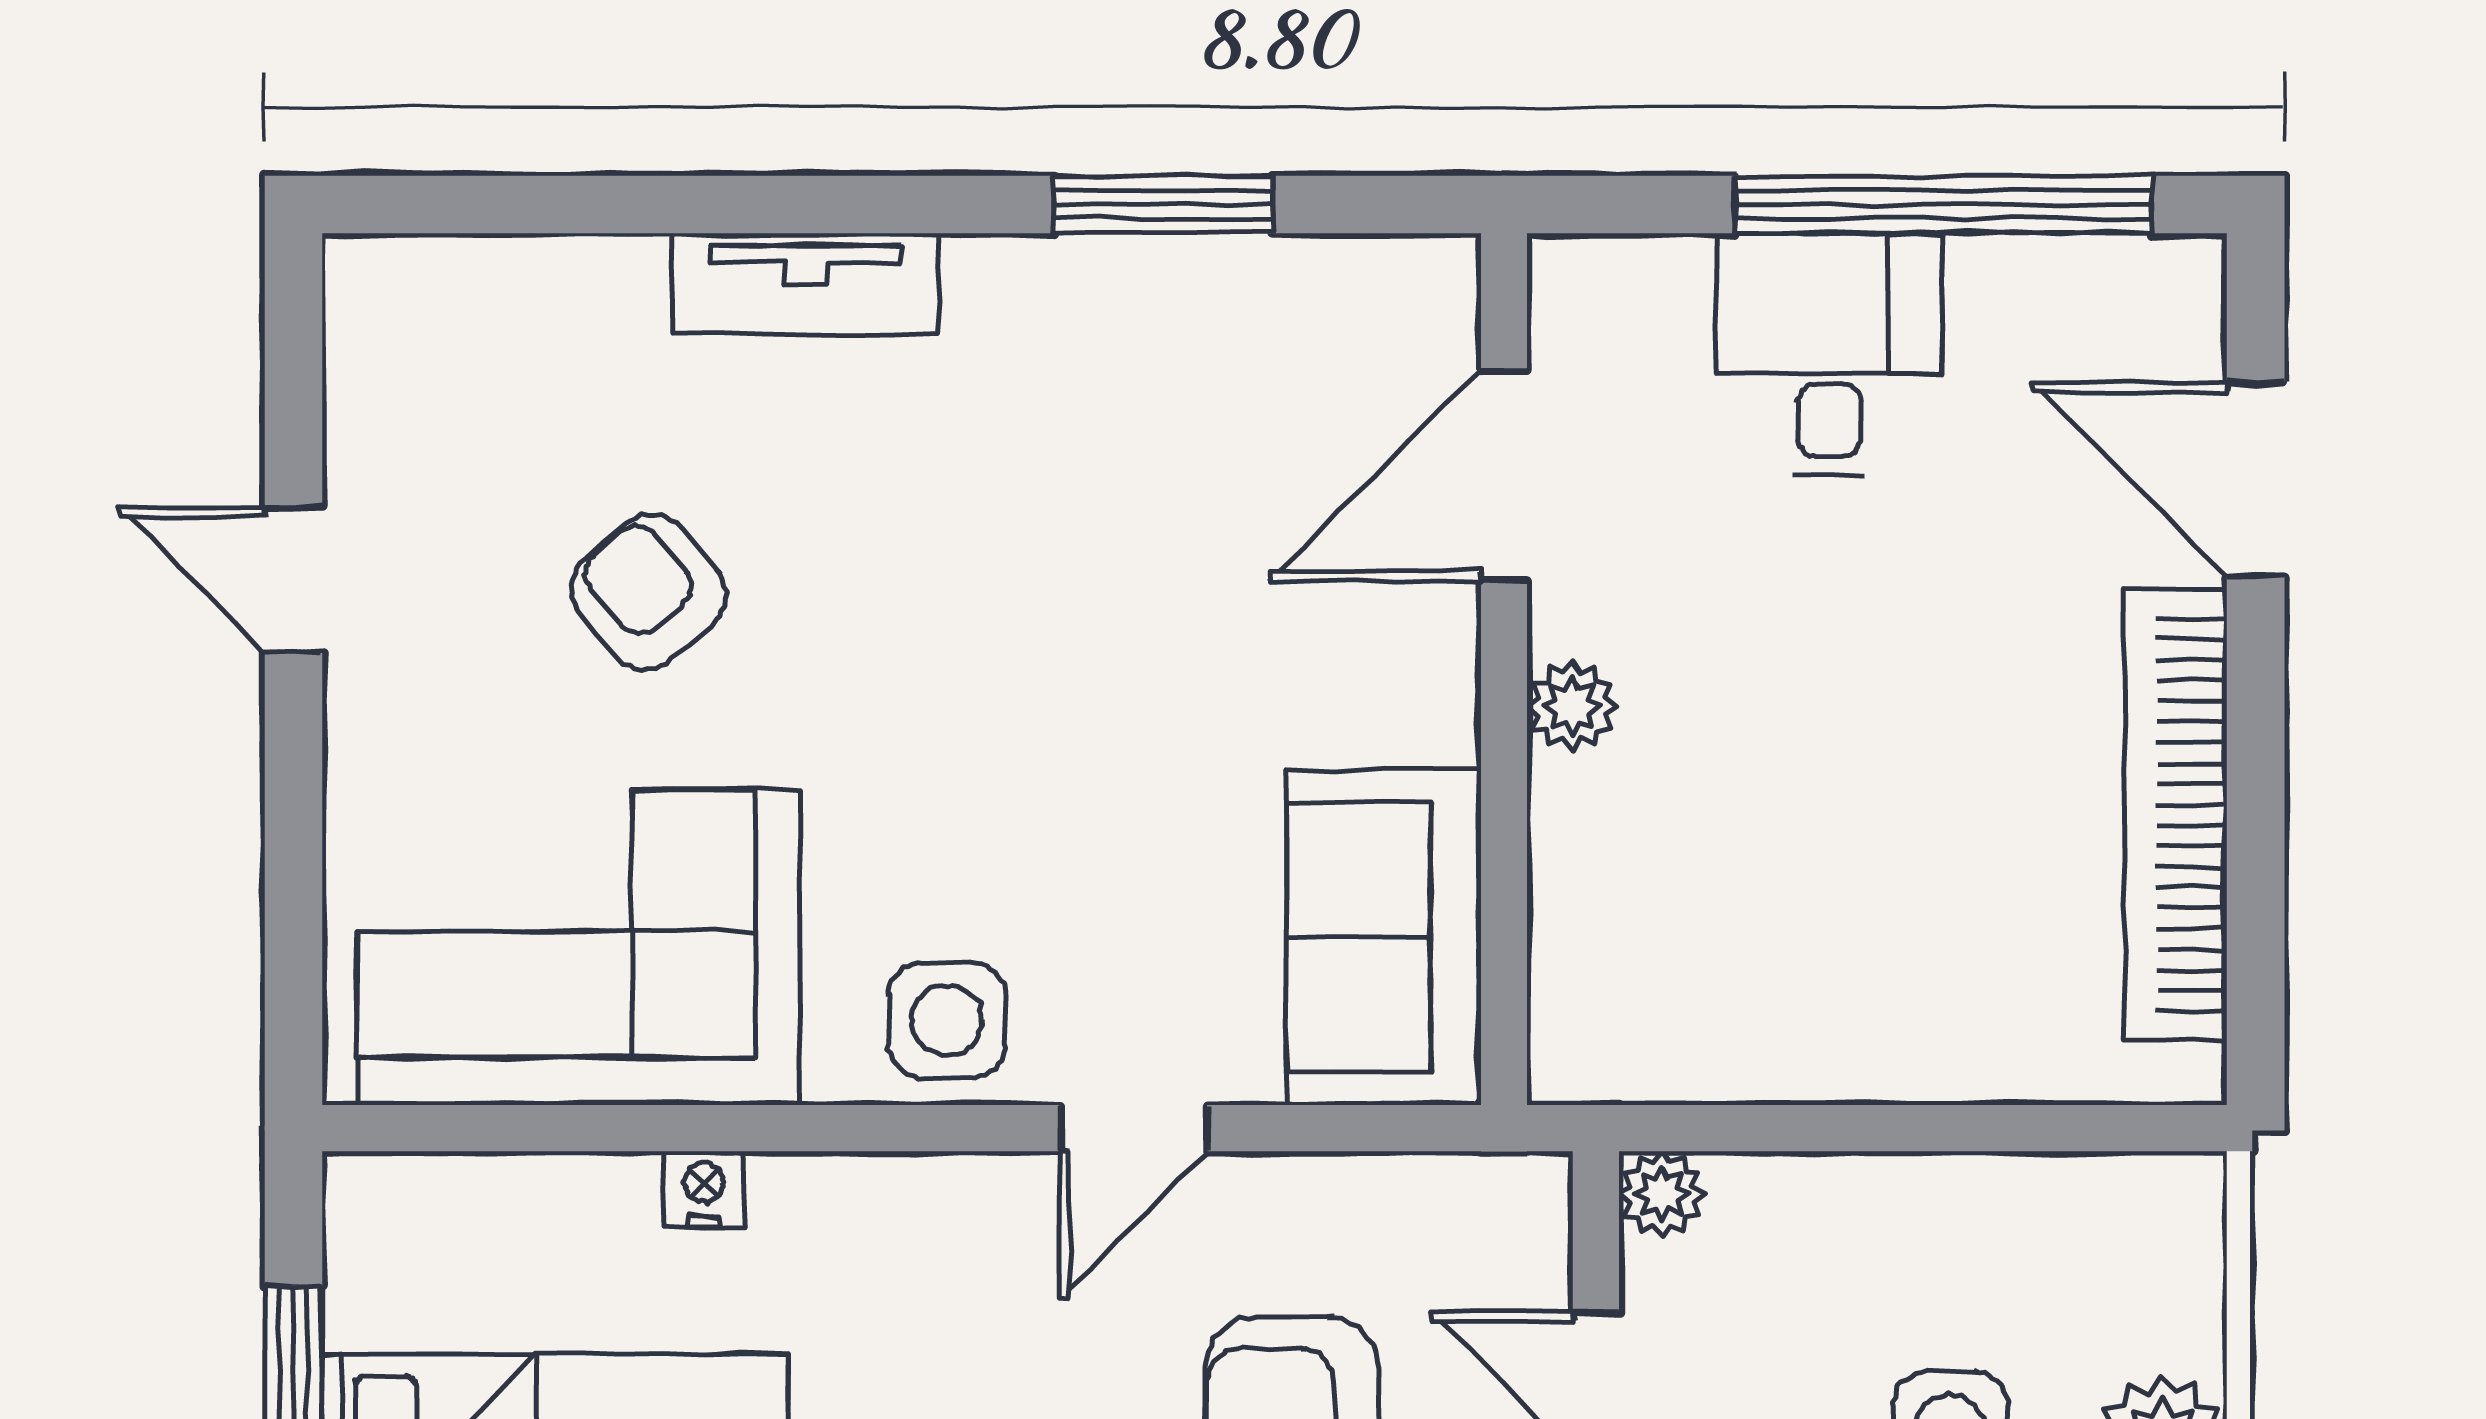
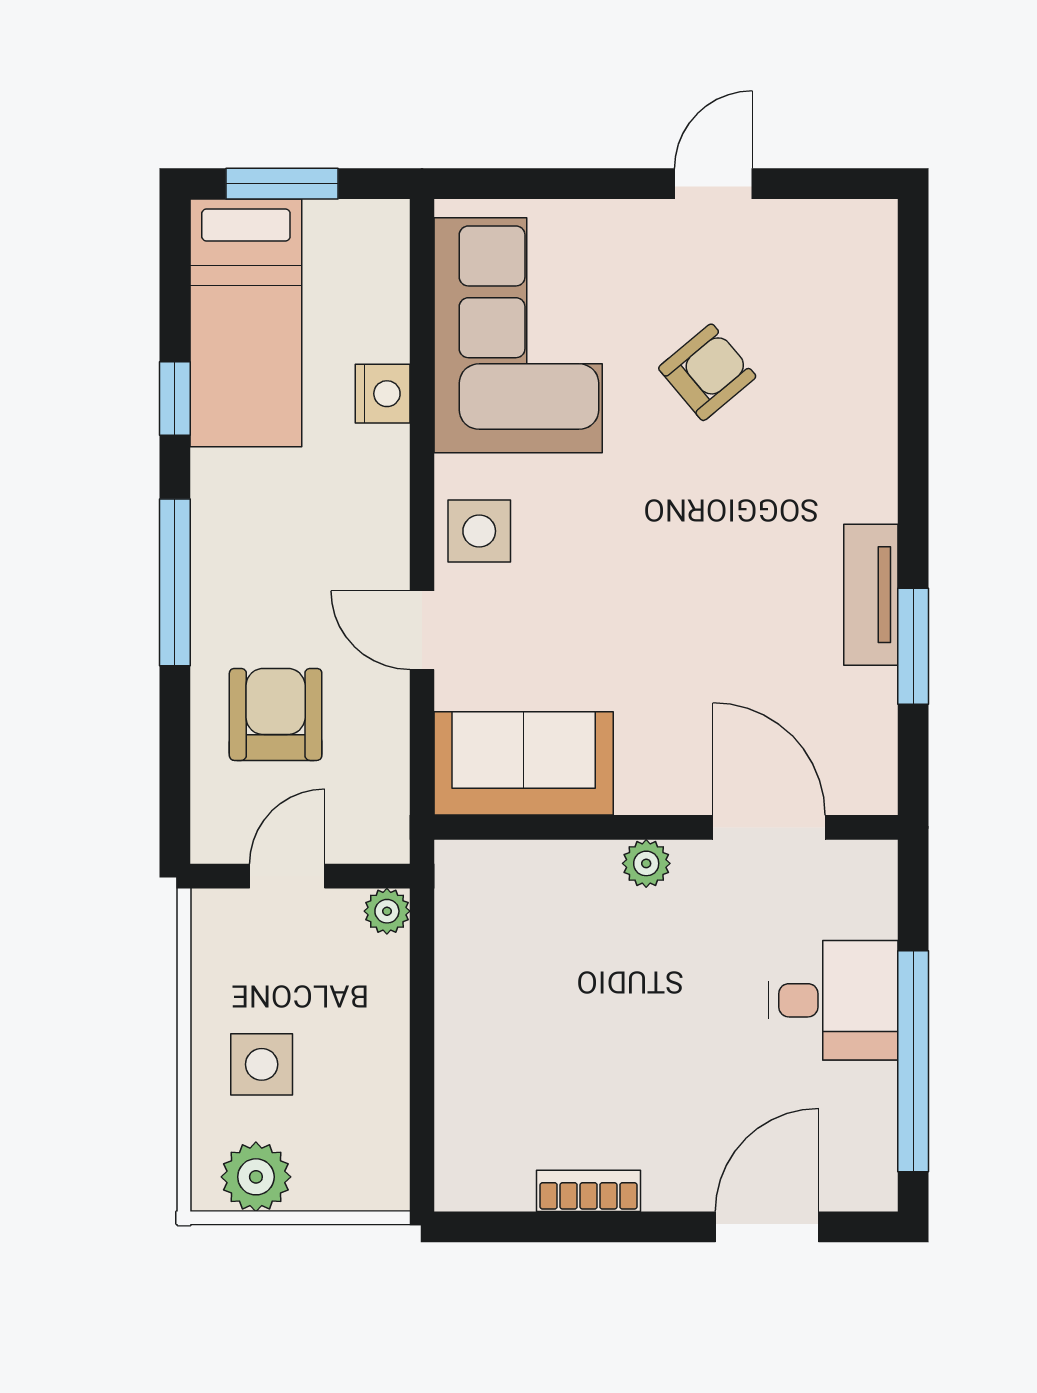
tv unit: (806, 284) -> (871, 595), moved
bookcase: (2176, 815) -> (589, 1191), width x0.43, depth x0.76
nightstand: (704, 1189) -> (383, 394), width x1.39, depth x1.35

